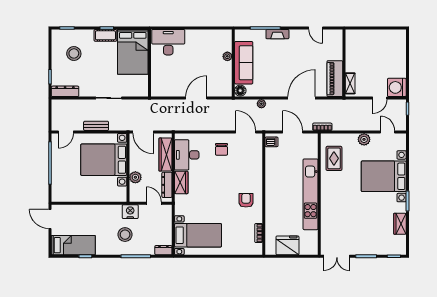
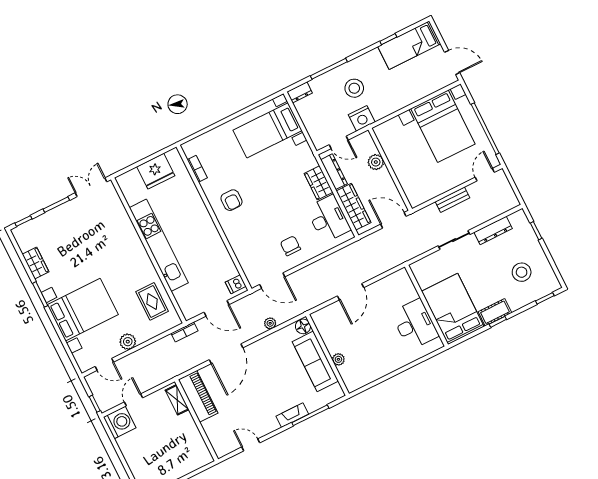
desk: (168, 42) -> (415, 324), moved, turned -90
dresser: (65, 91) -> (493, 230), moved
bed with nightstands: (104, 160) -> (443, 126), moved, turned 90

